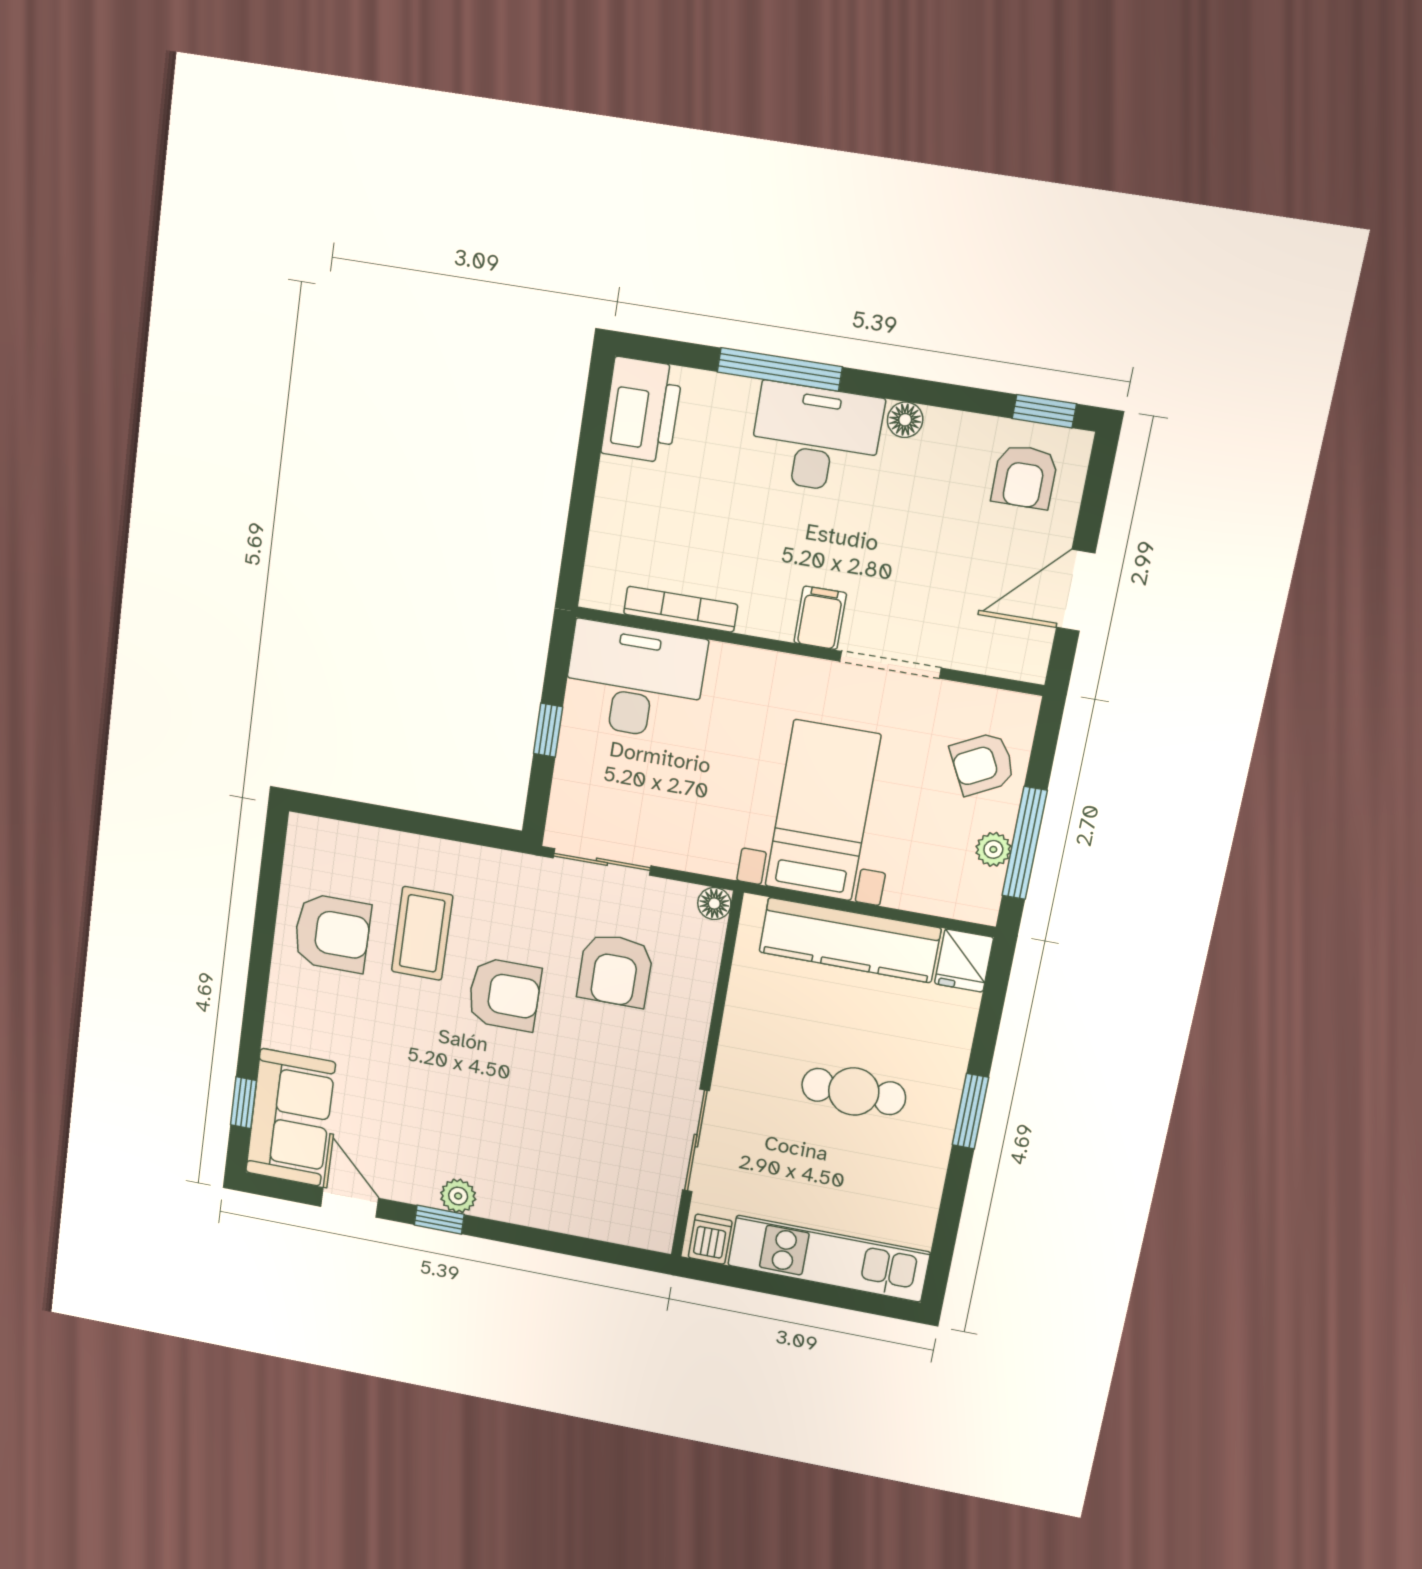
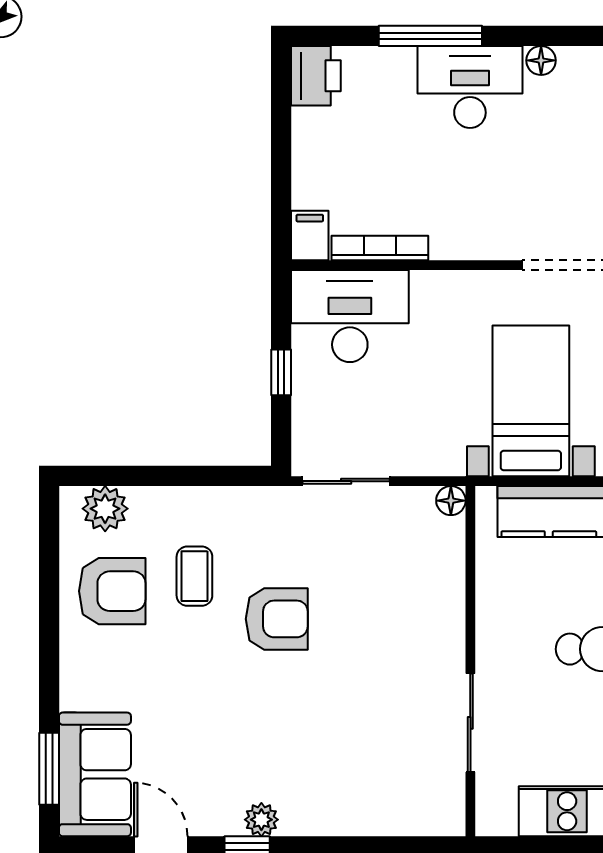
printer: (642, 410) -> (316, 76), width x0.73, depth x0.84
filing cabinet: (820, 618) -> (310, 235), moved
plant: (335, 844) -> (105, 509), added
coffee table: (422, 933) -> (194, 576), width x0.73, depth x0.77
armchair: (615, 970) -> (373, 578), removed
window: (243, 1103) -> (49, 769), width x1.50
dishwasher: (710, 1239) -> (499, 814), removed

